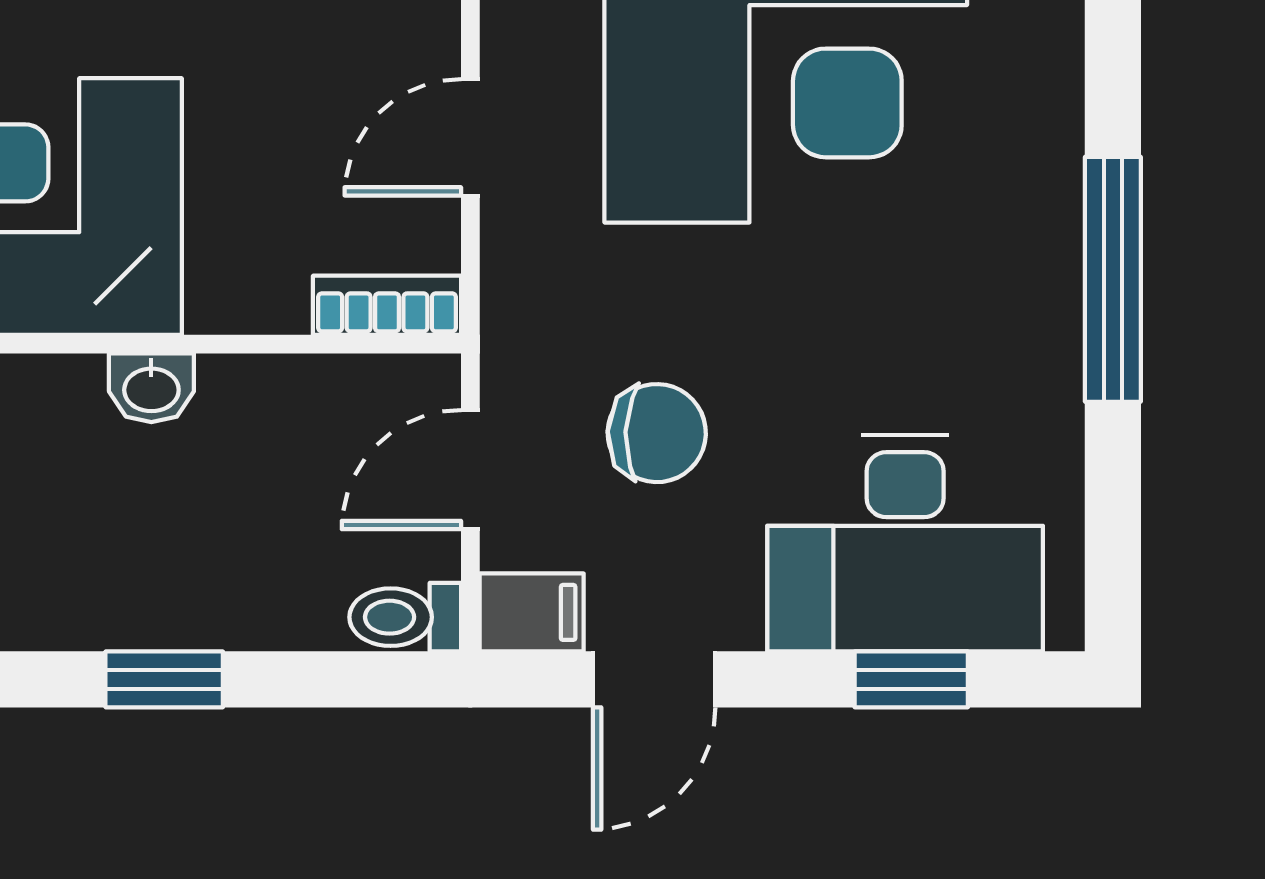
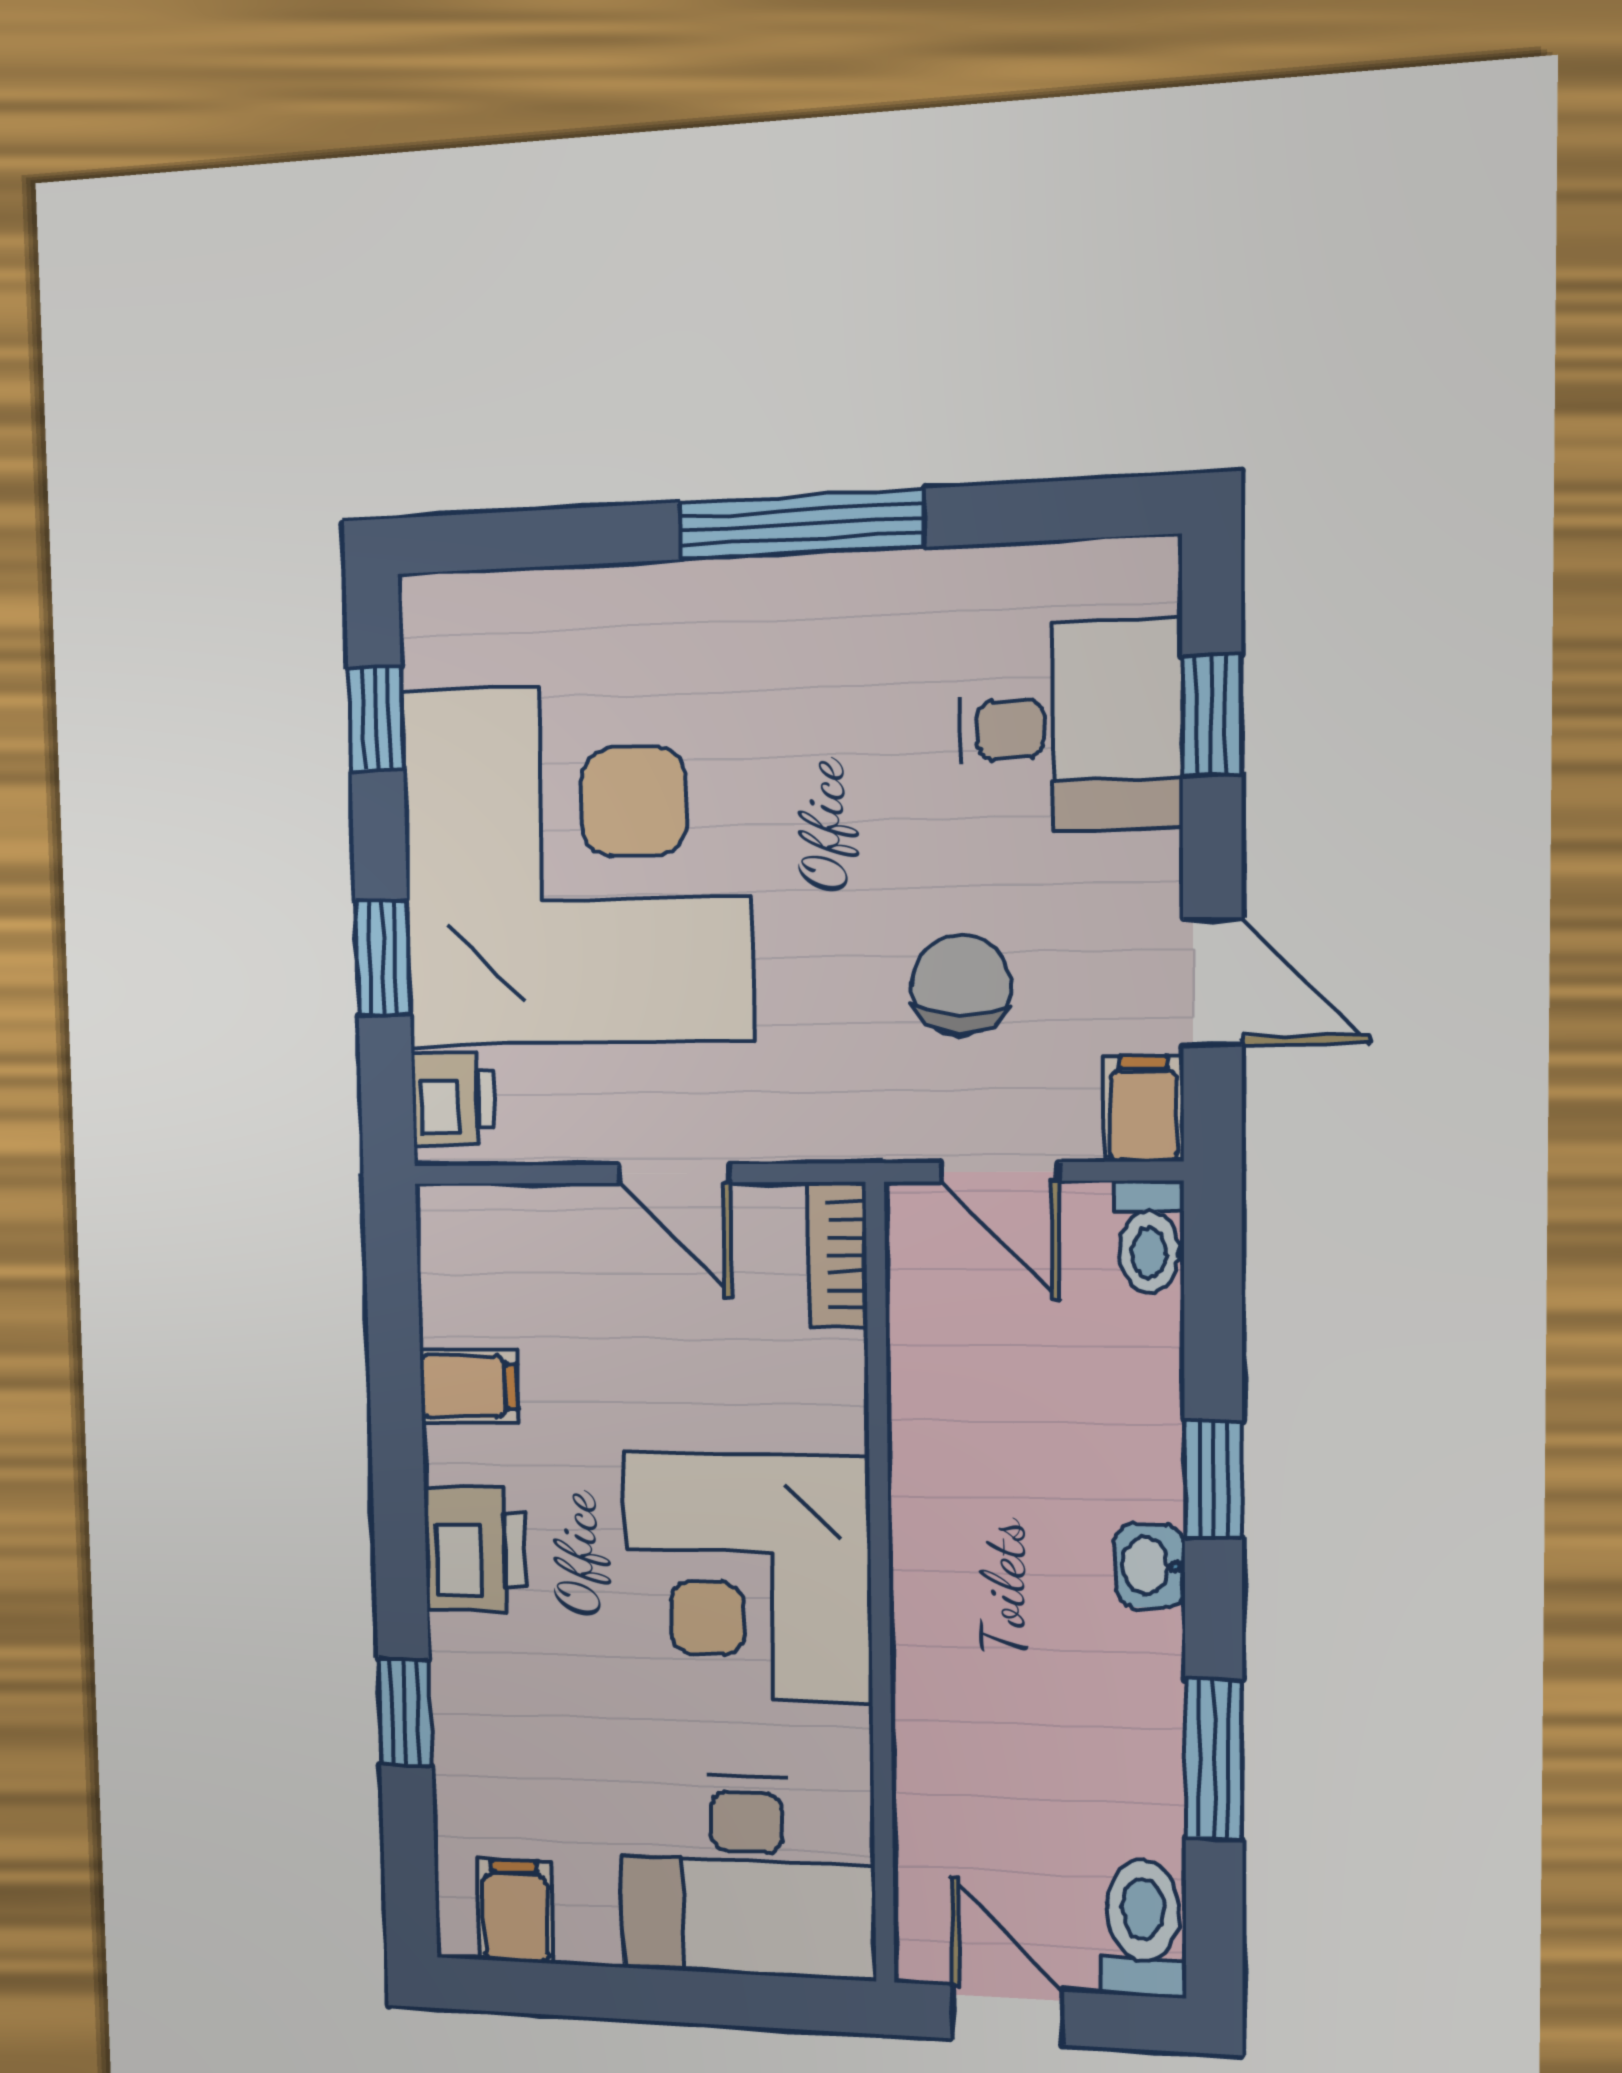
washbasin: (151, 388) -> (1150, 1566), moved, turned 180
desk: (905, 543) -> (1070, 727), width x0.73

